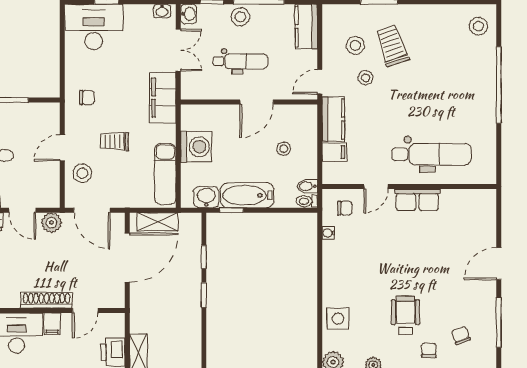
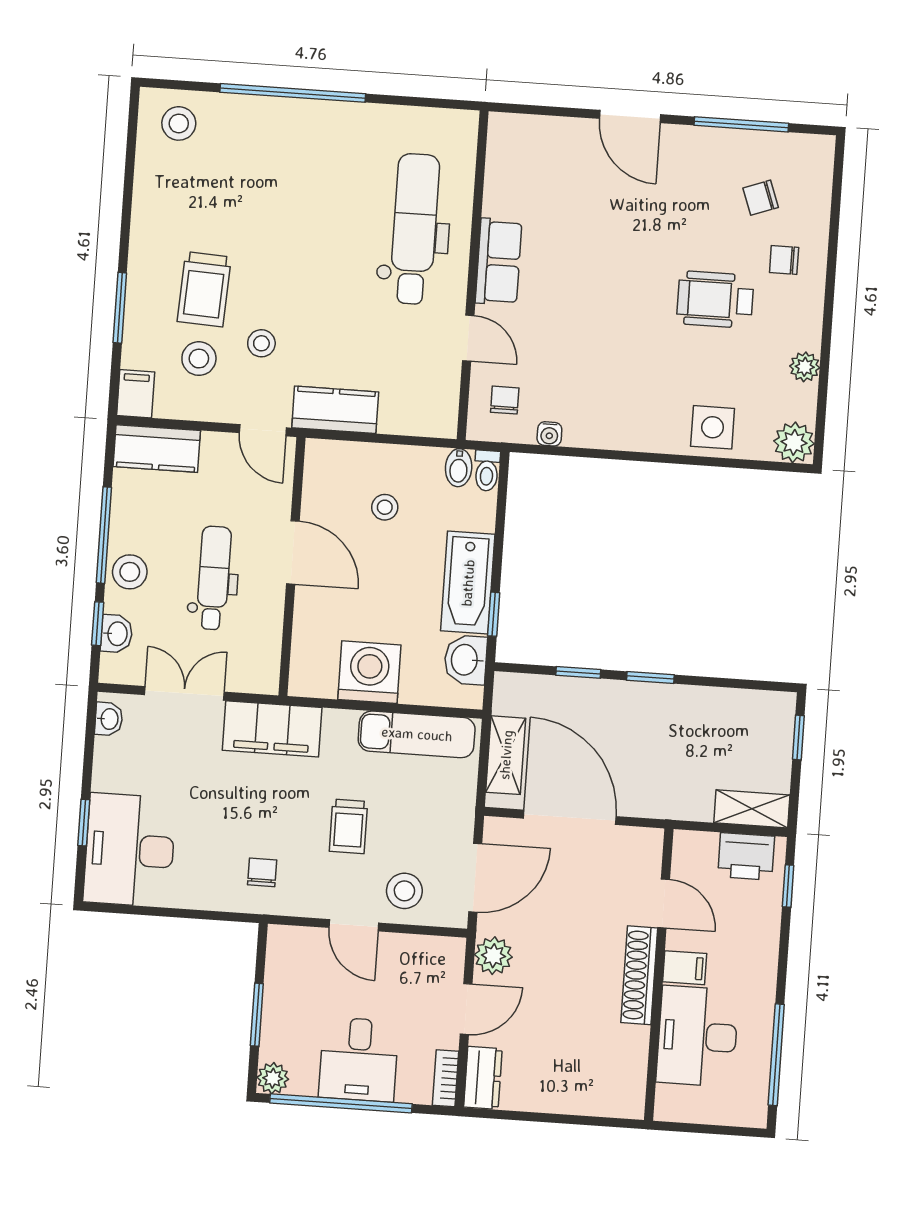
washbasin: (189, 14) -> (117, 634), moved, turned 90
trolley: (392, 46) -> (204, 289), turned -68
filing cabinet: (334, 152) -> (136, 394), moved

